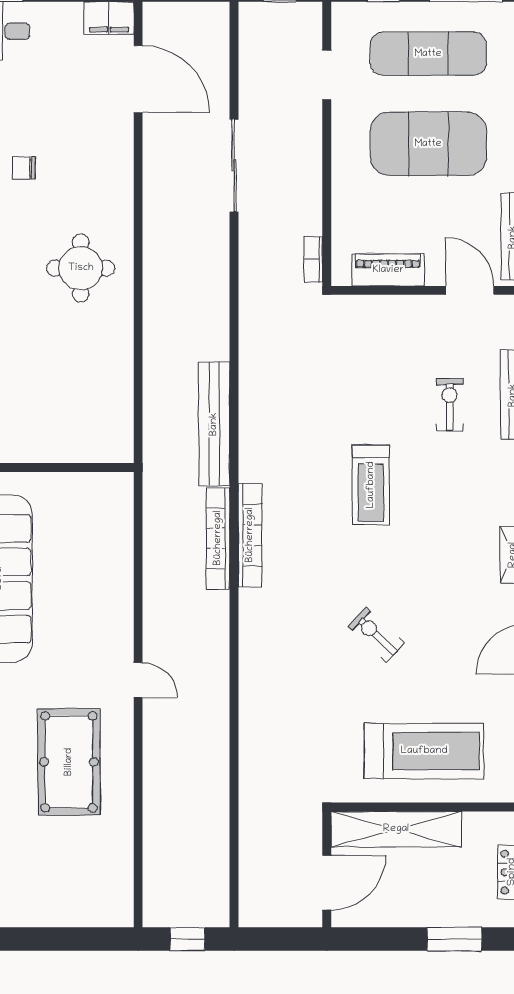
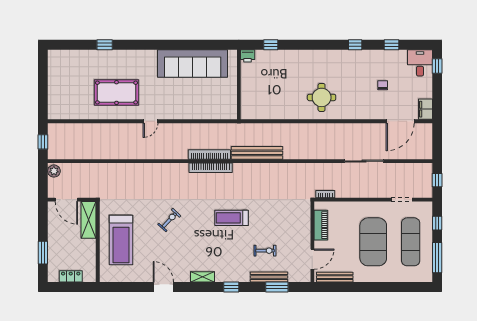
chair: (24, 168) -> (383, 85), moved
shelving: (396, 829) -> (89, 220), width x0.68
plant: (258, 913) -> (54, 171), added

